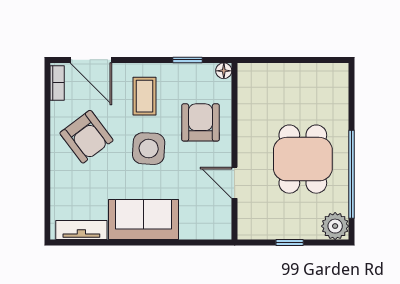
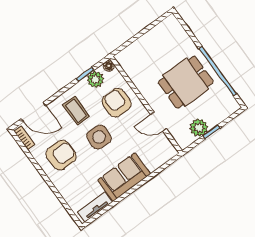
plant: (195, 75) -> (95, 79), added
armchair: (86, 137) -> (61, 155), turned -53
dining table: (303, 159) -> (186, 82), turned 90
plant: (335, 226) -> (199, 128), moved

